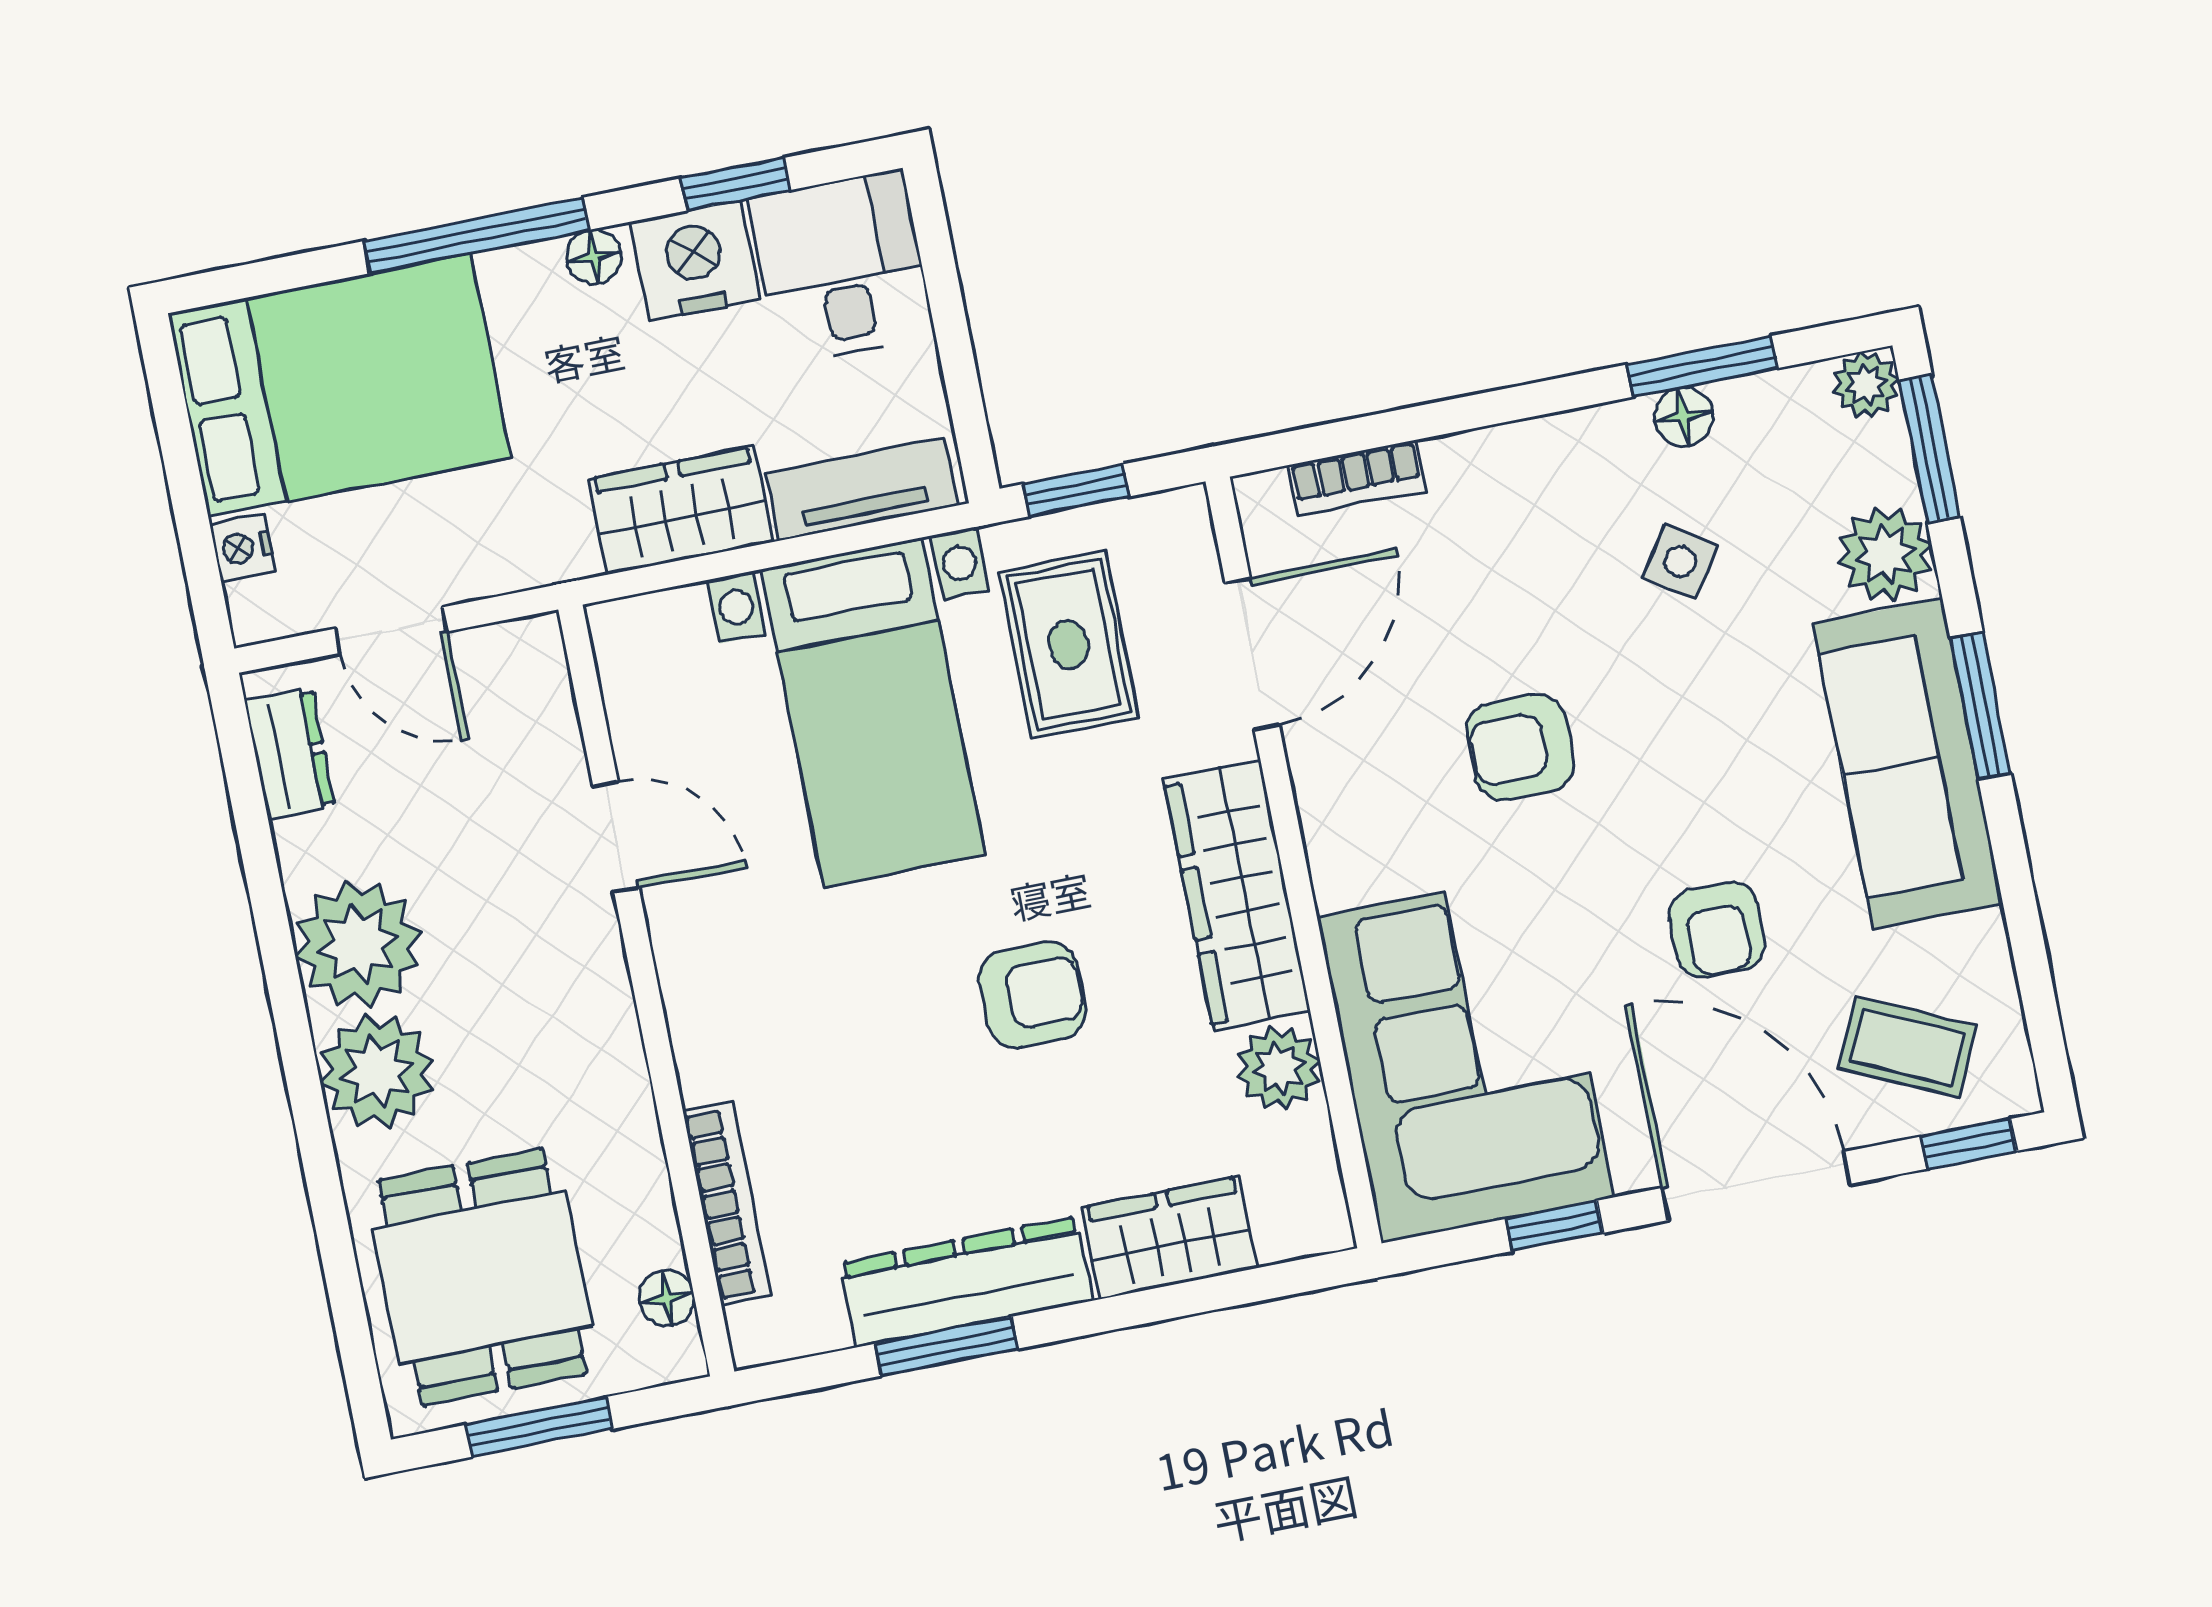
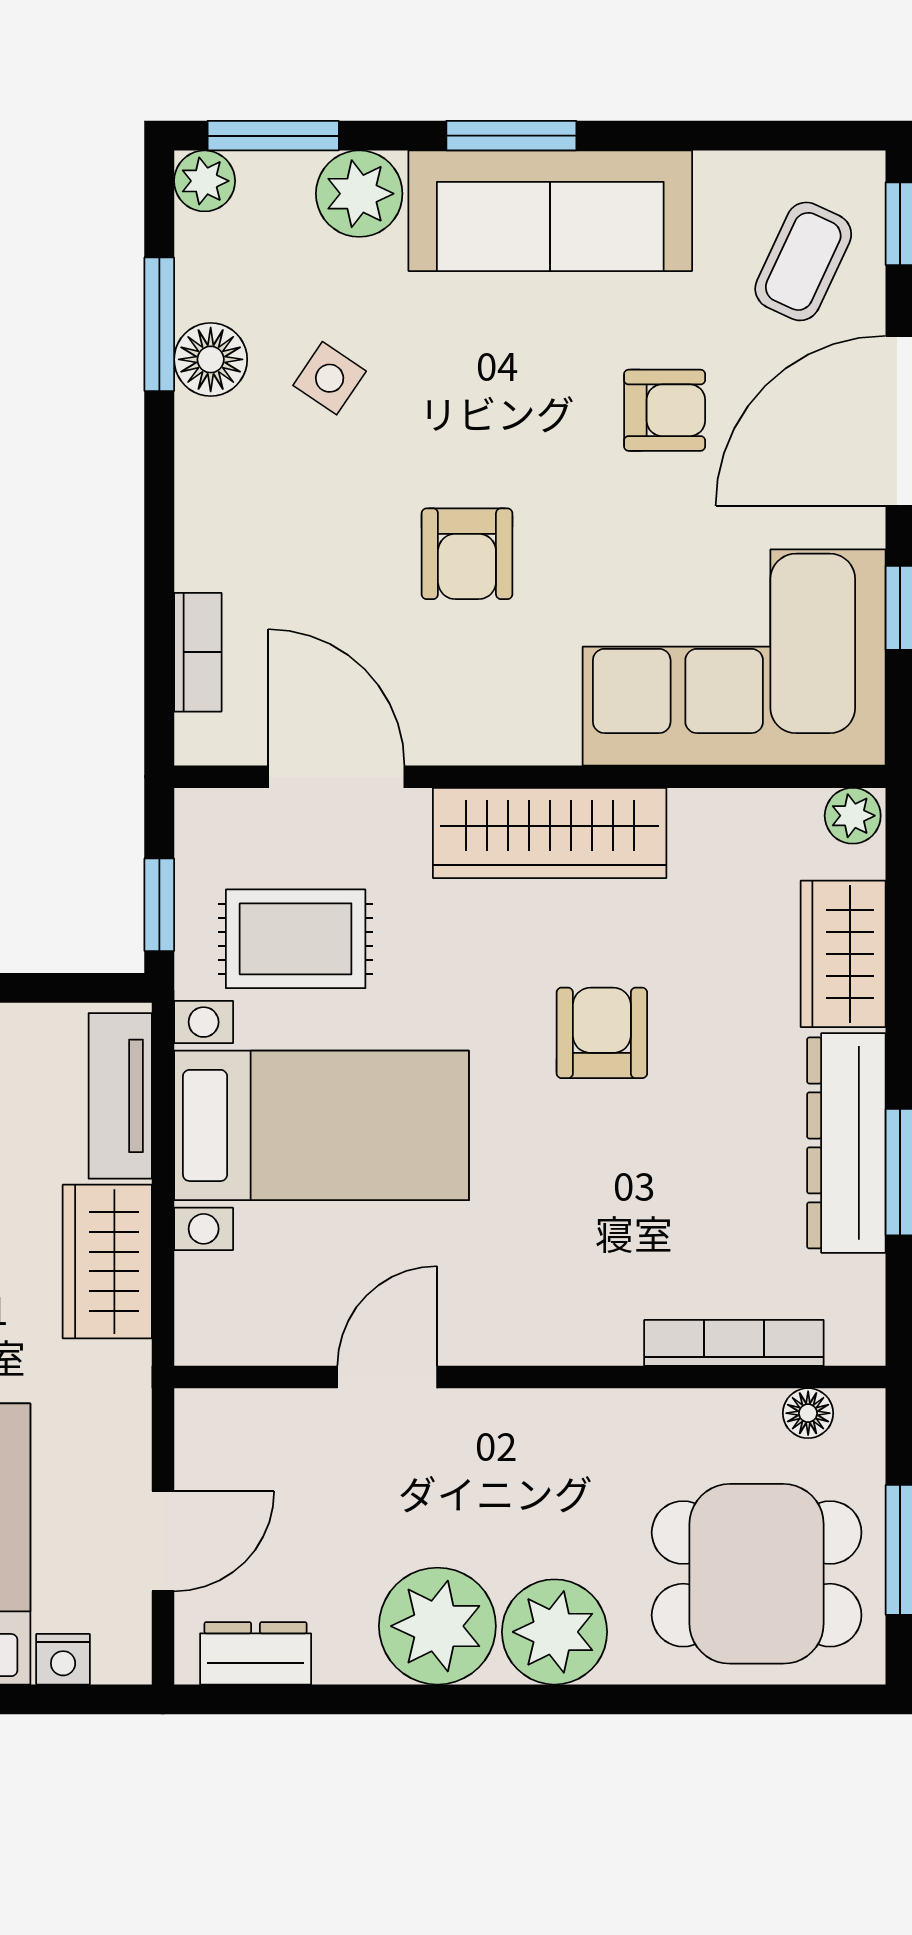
floor lamp: (1684, 417) -> (211, 359), width x1.37, depth x1.37
plant: (1279, 1068) -> (853, 816), moved, width x0.73, depth x0.73

